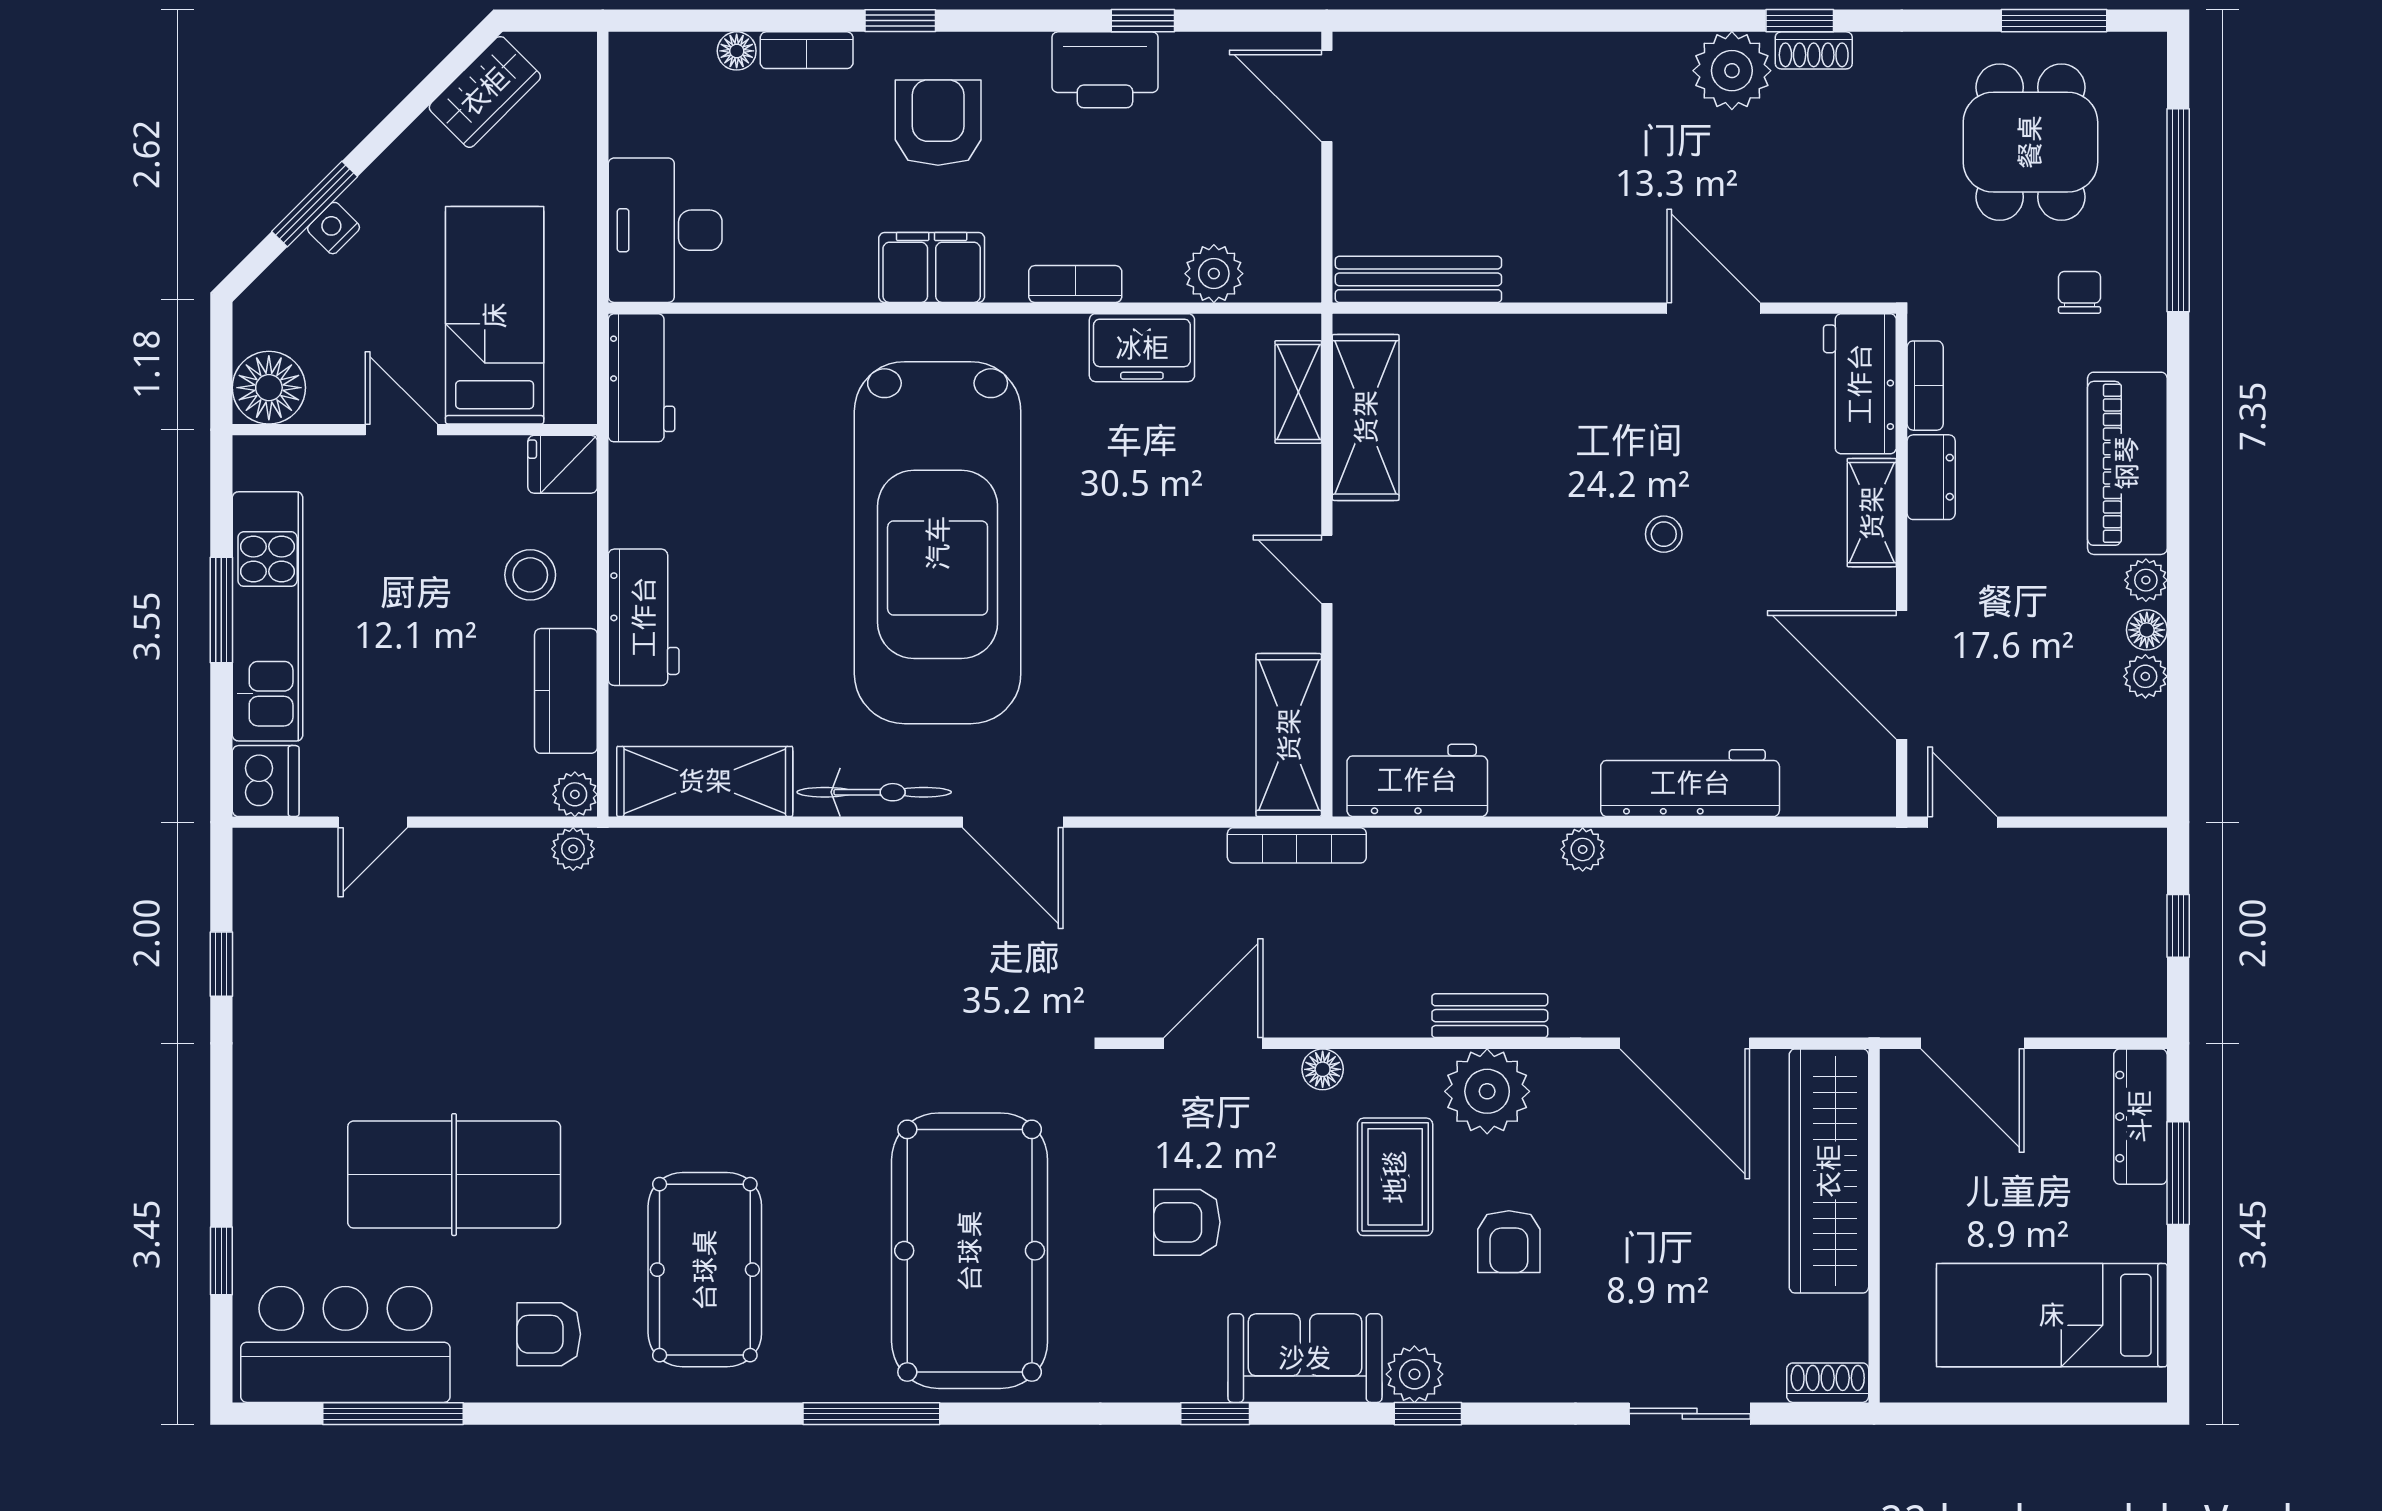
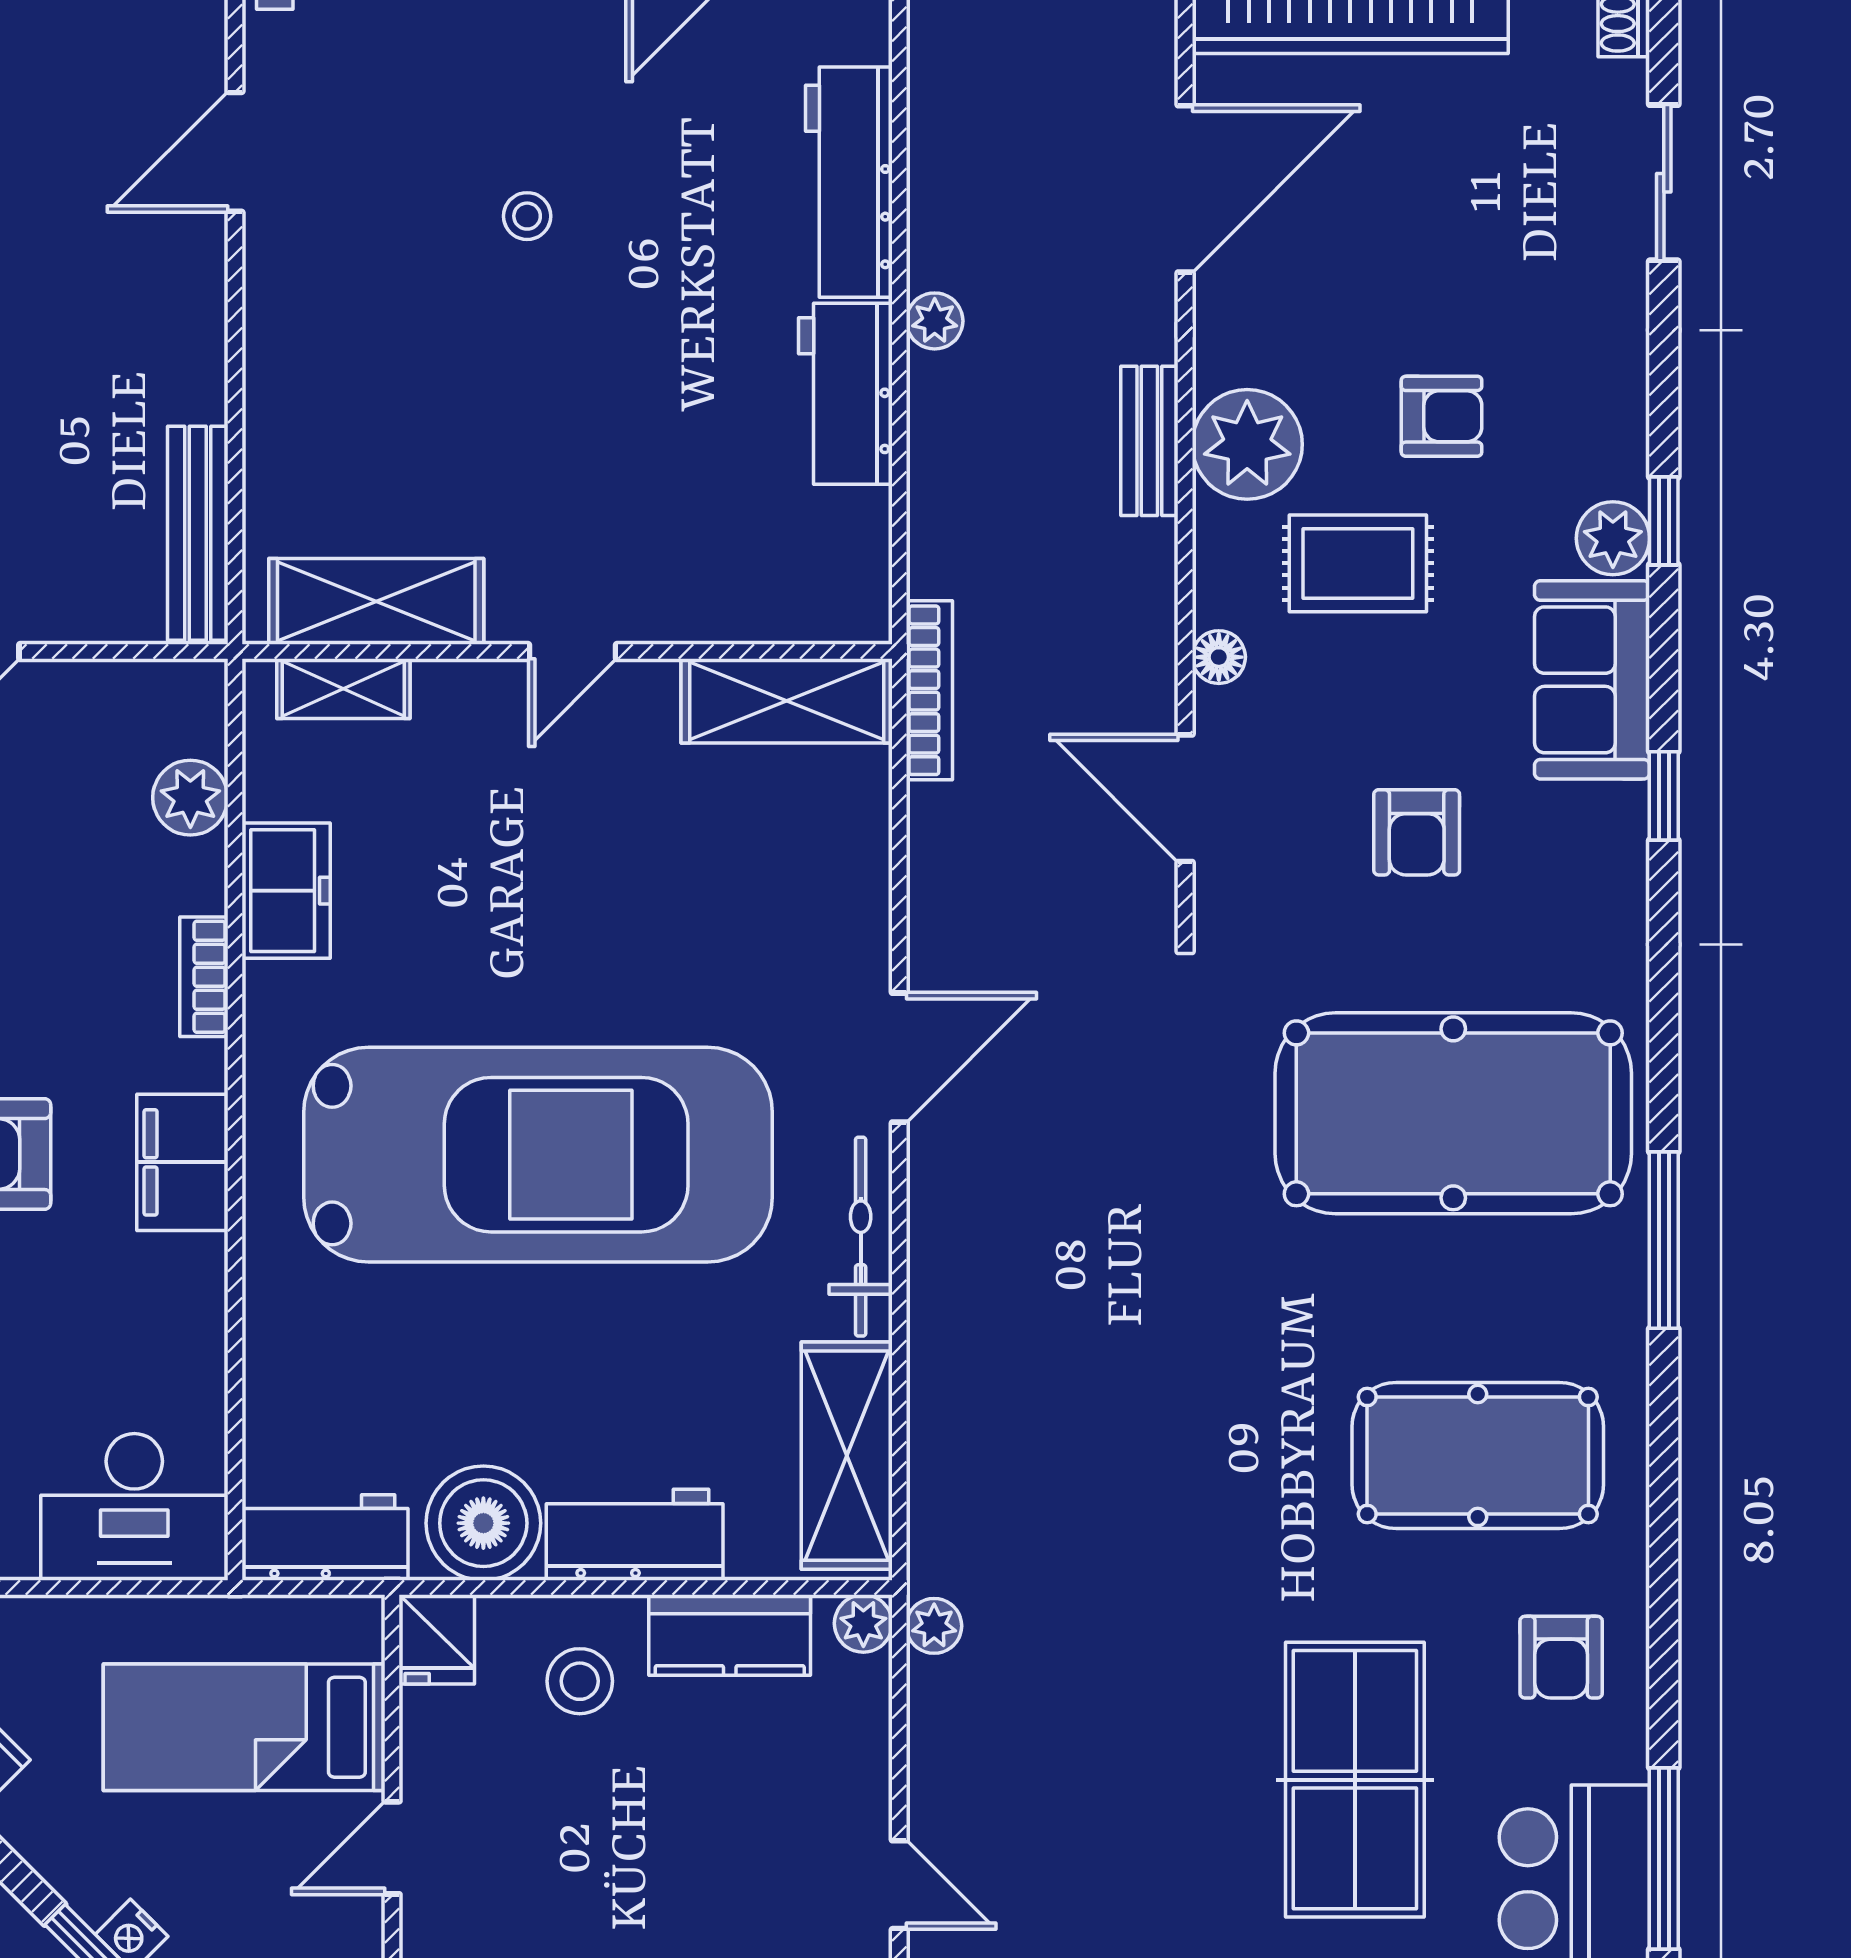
boiler: (653, 500) -> (483, 1523), added
workbench: (1417, 780) -> (845, 394), moved

